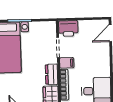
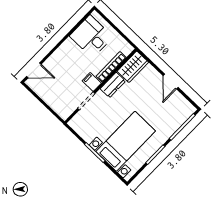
printer: (68, 28) -> (63, 108), removed

